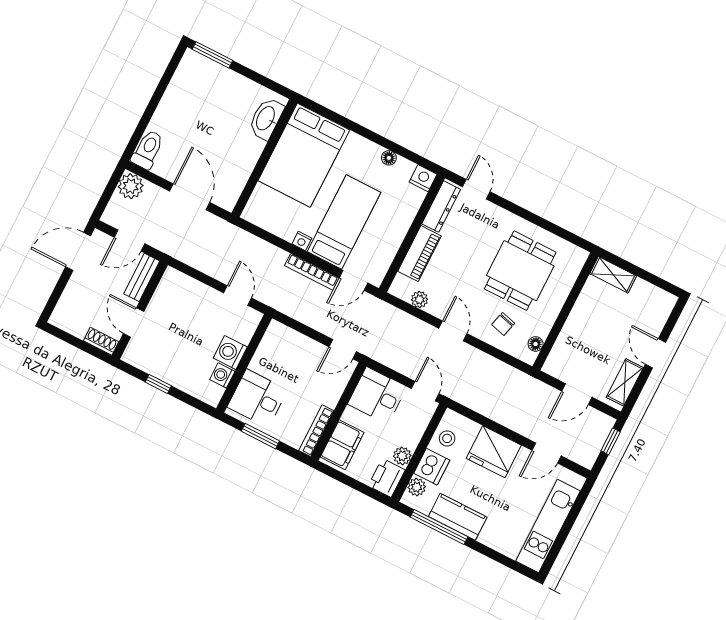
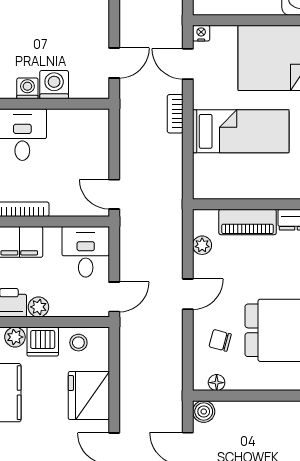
nightstand: (302, 241) -> (201, 33), moved, turned 90
bookcase: (312, 272) -> (175, 114), width x0.64
door: (354, 280) -> (188, 64), moved
boiler: (553, 366) -> (204, 411), added

